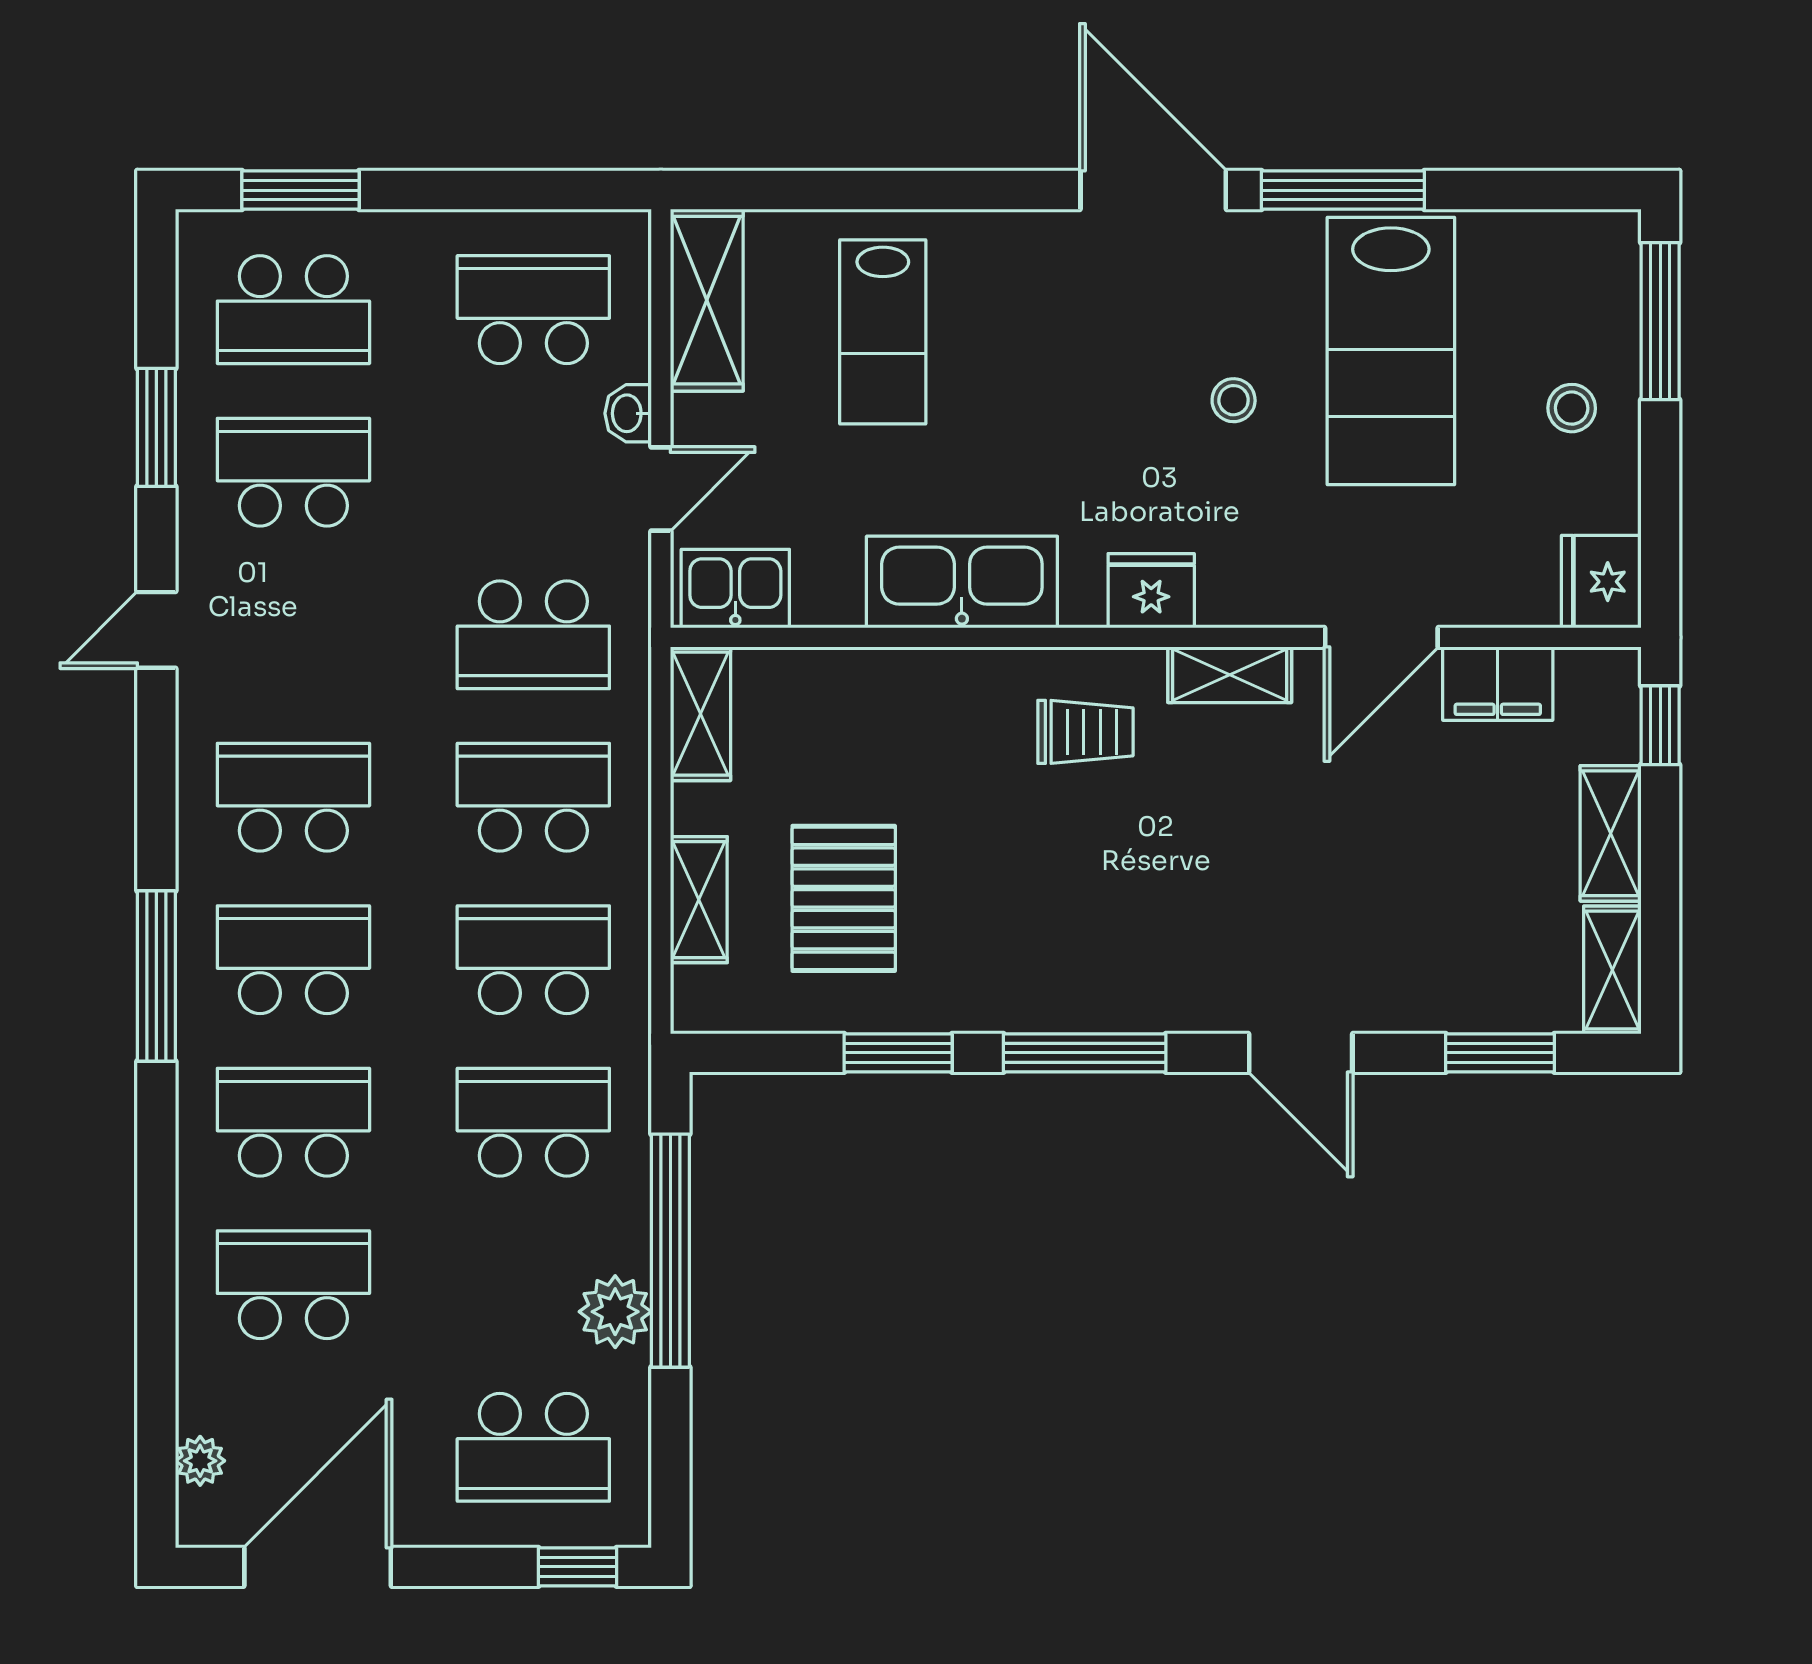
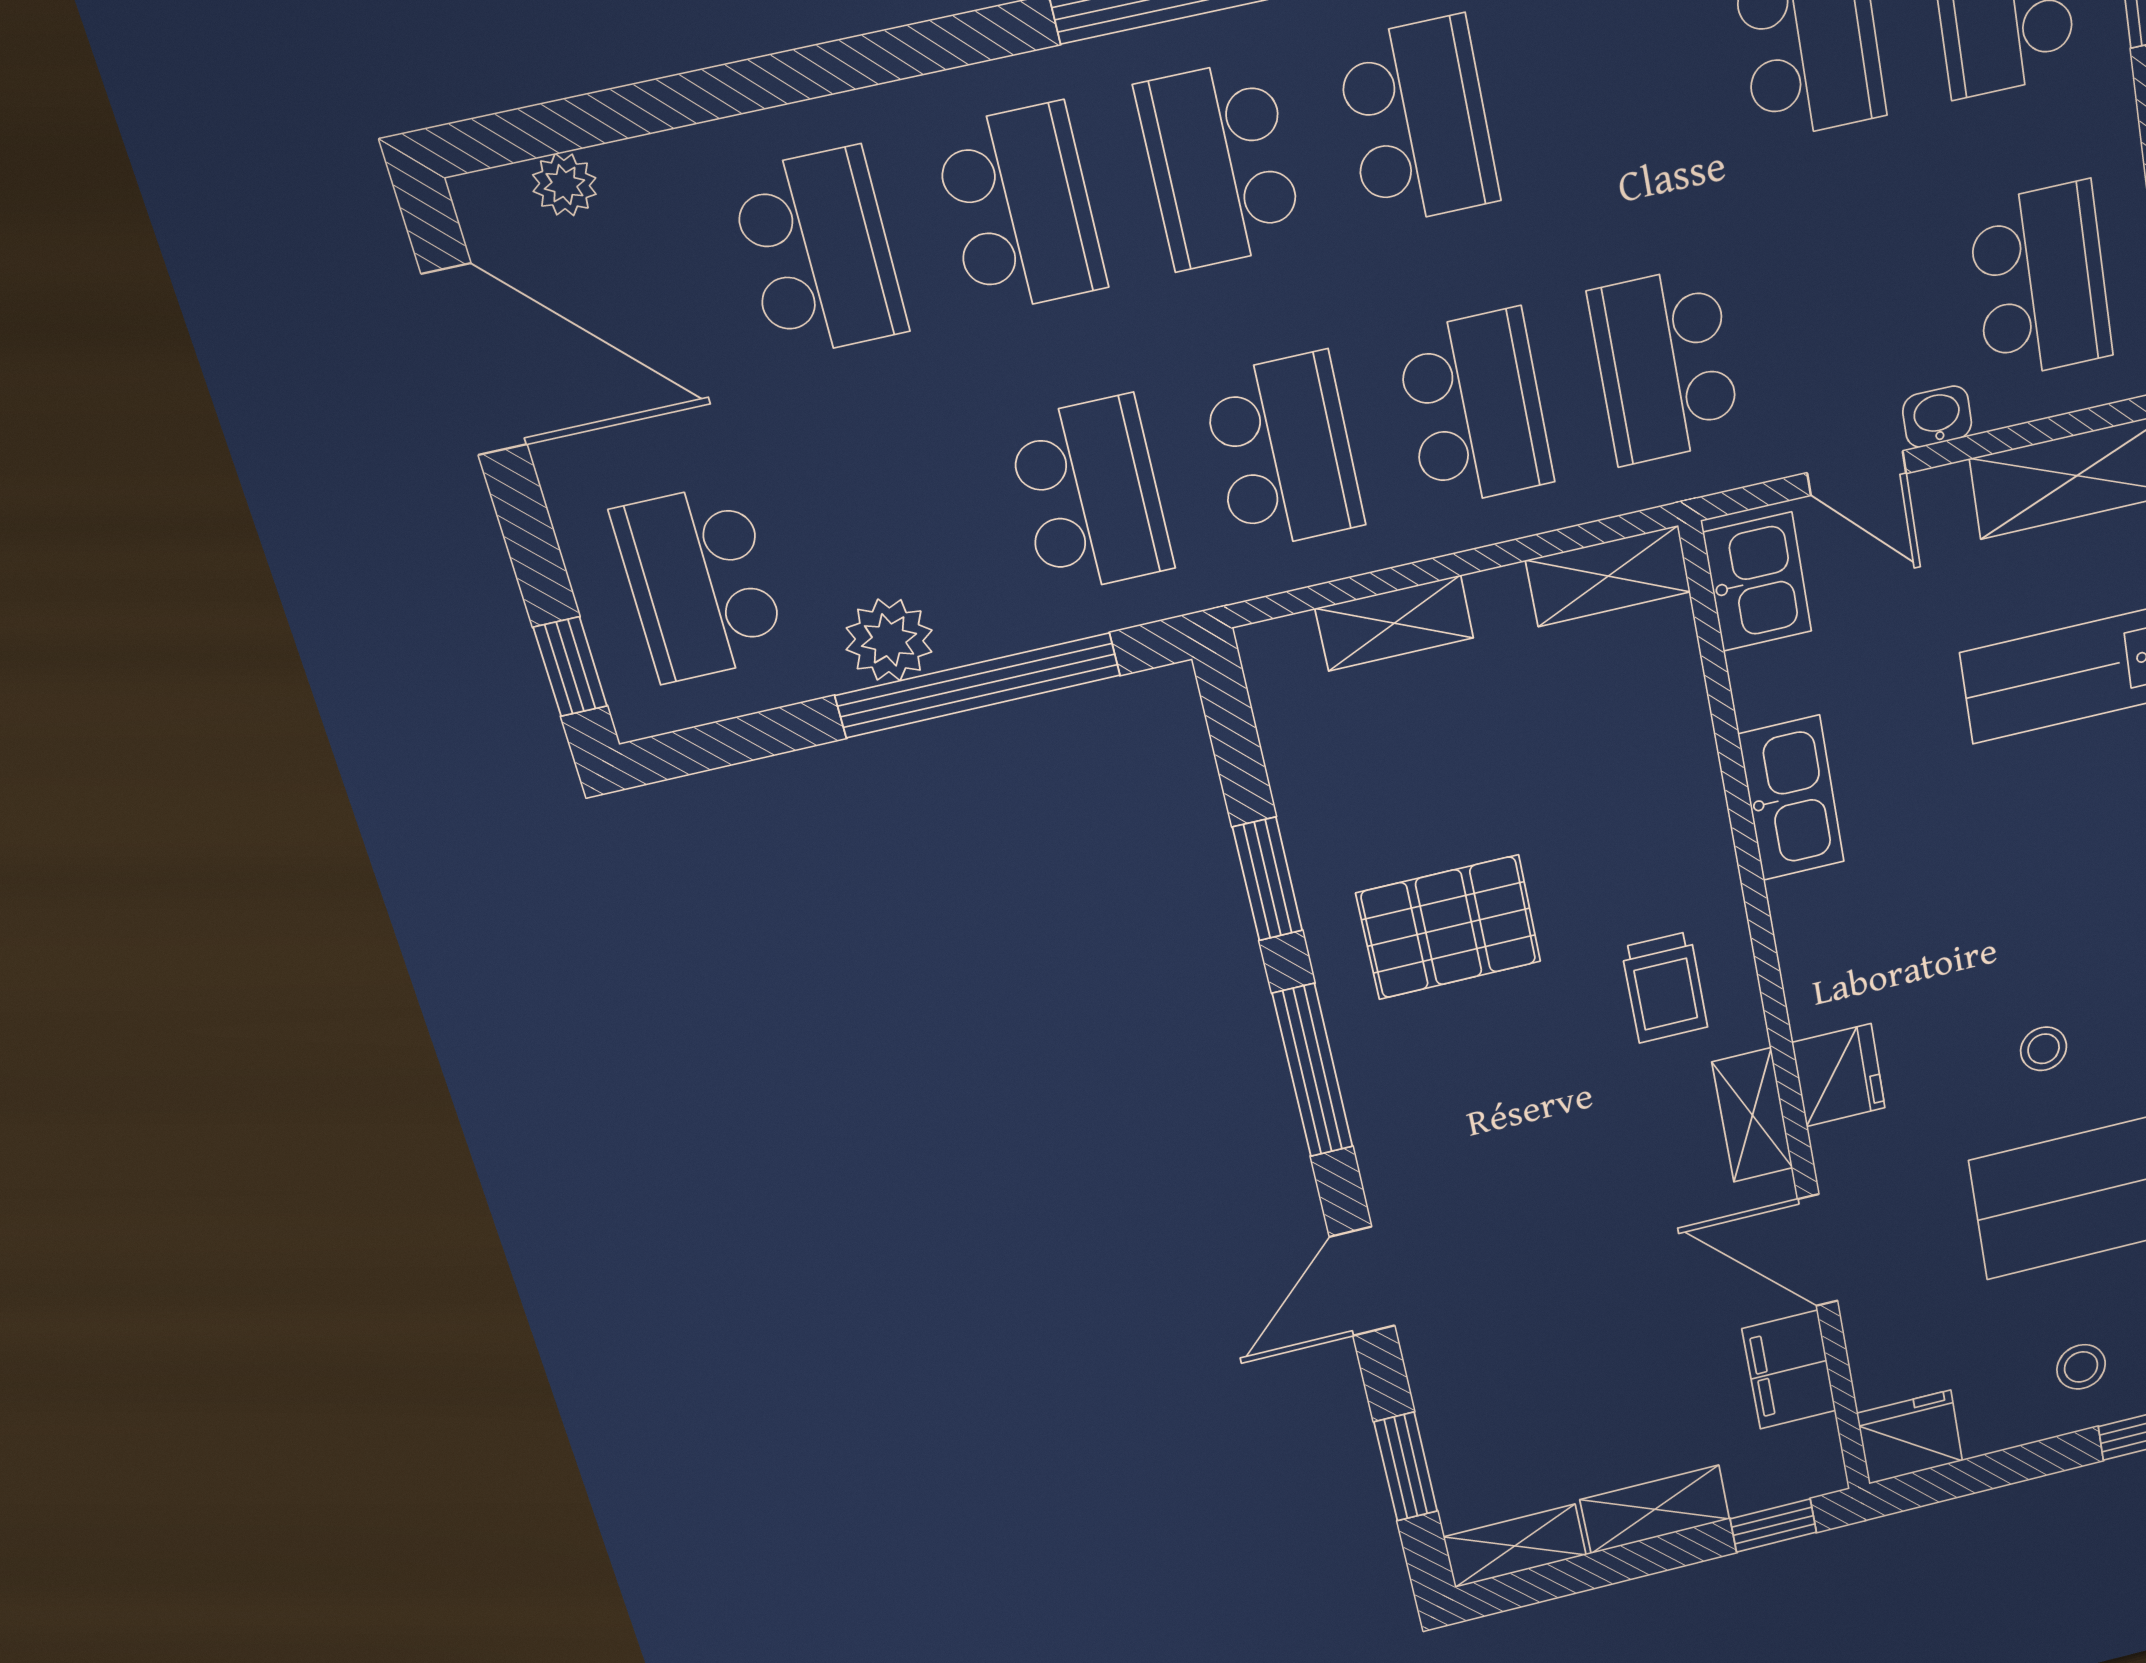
kitchen sink: (962, 582) -> (1791, 798), width x0.73, depth x0.81
fridge: (1151, 591) -> (1839, 1075), moved
pallet: (844, 898) -> (1449, 927), moved
school desk: (293, 960) -> (1220, 165), turned 180

